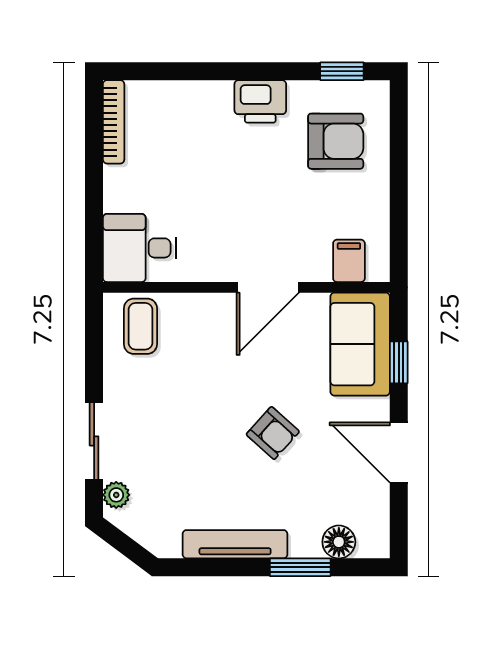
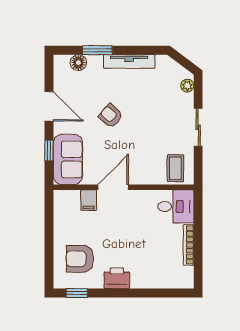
bookcase: (114, 122) -> (189, 245), moved
filing cabinet: (349, 261) -> (89, 200), moved
sliding door: (94, 441) -> (198, 127), moved

